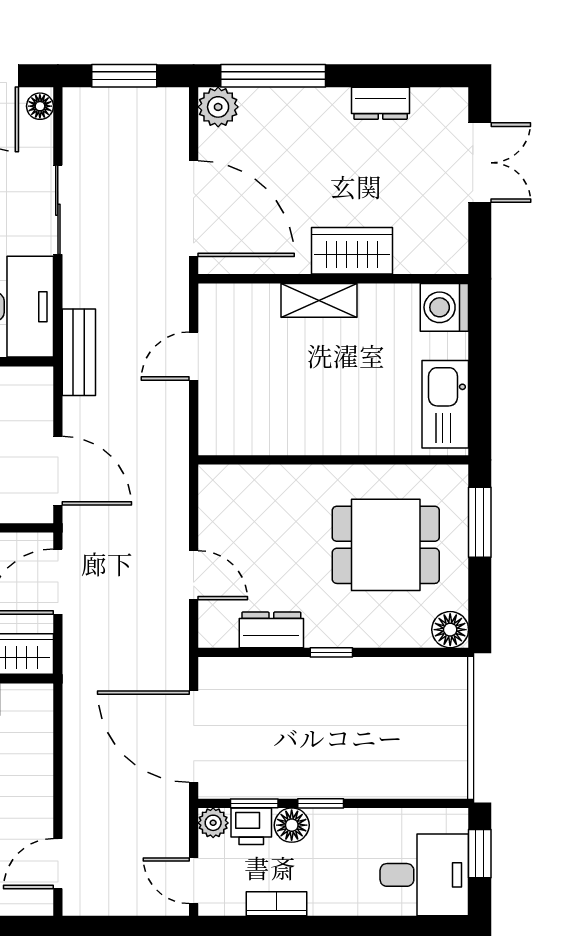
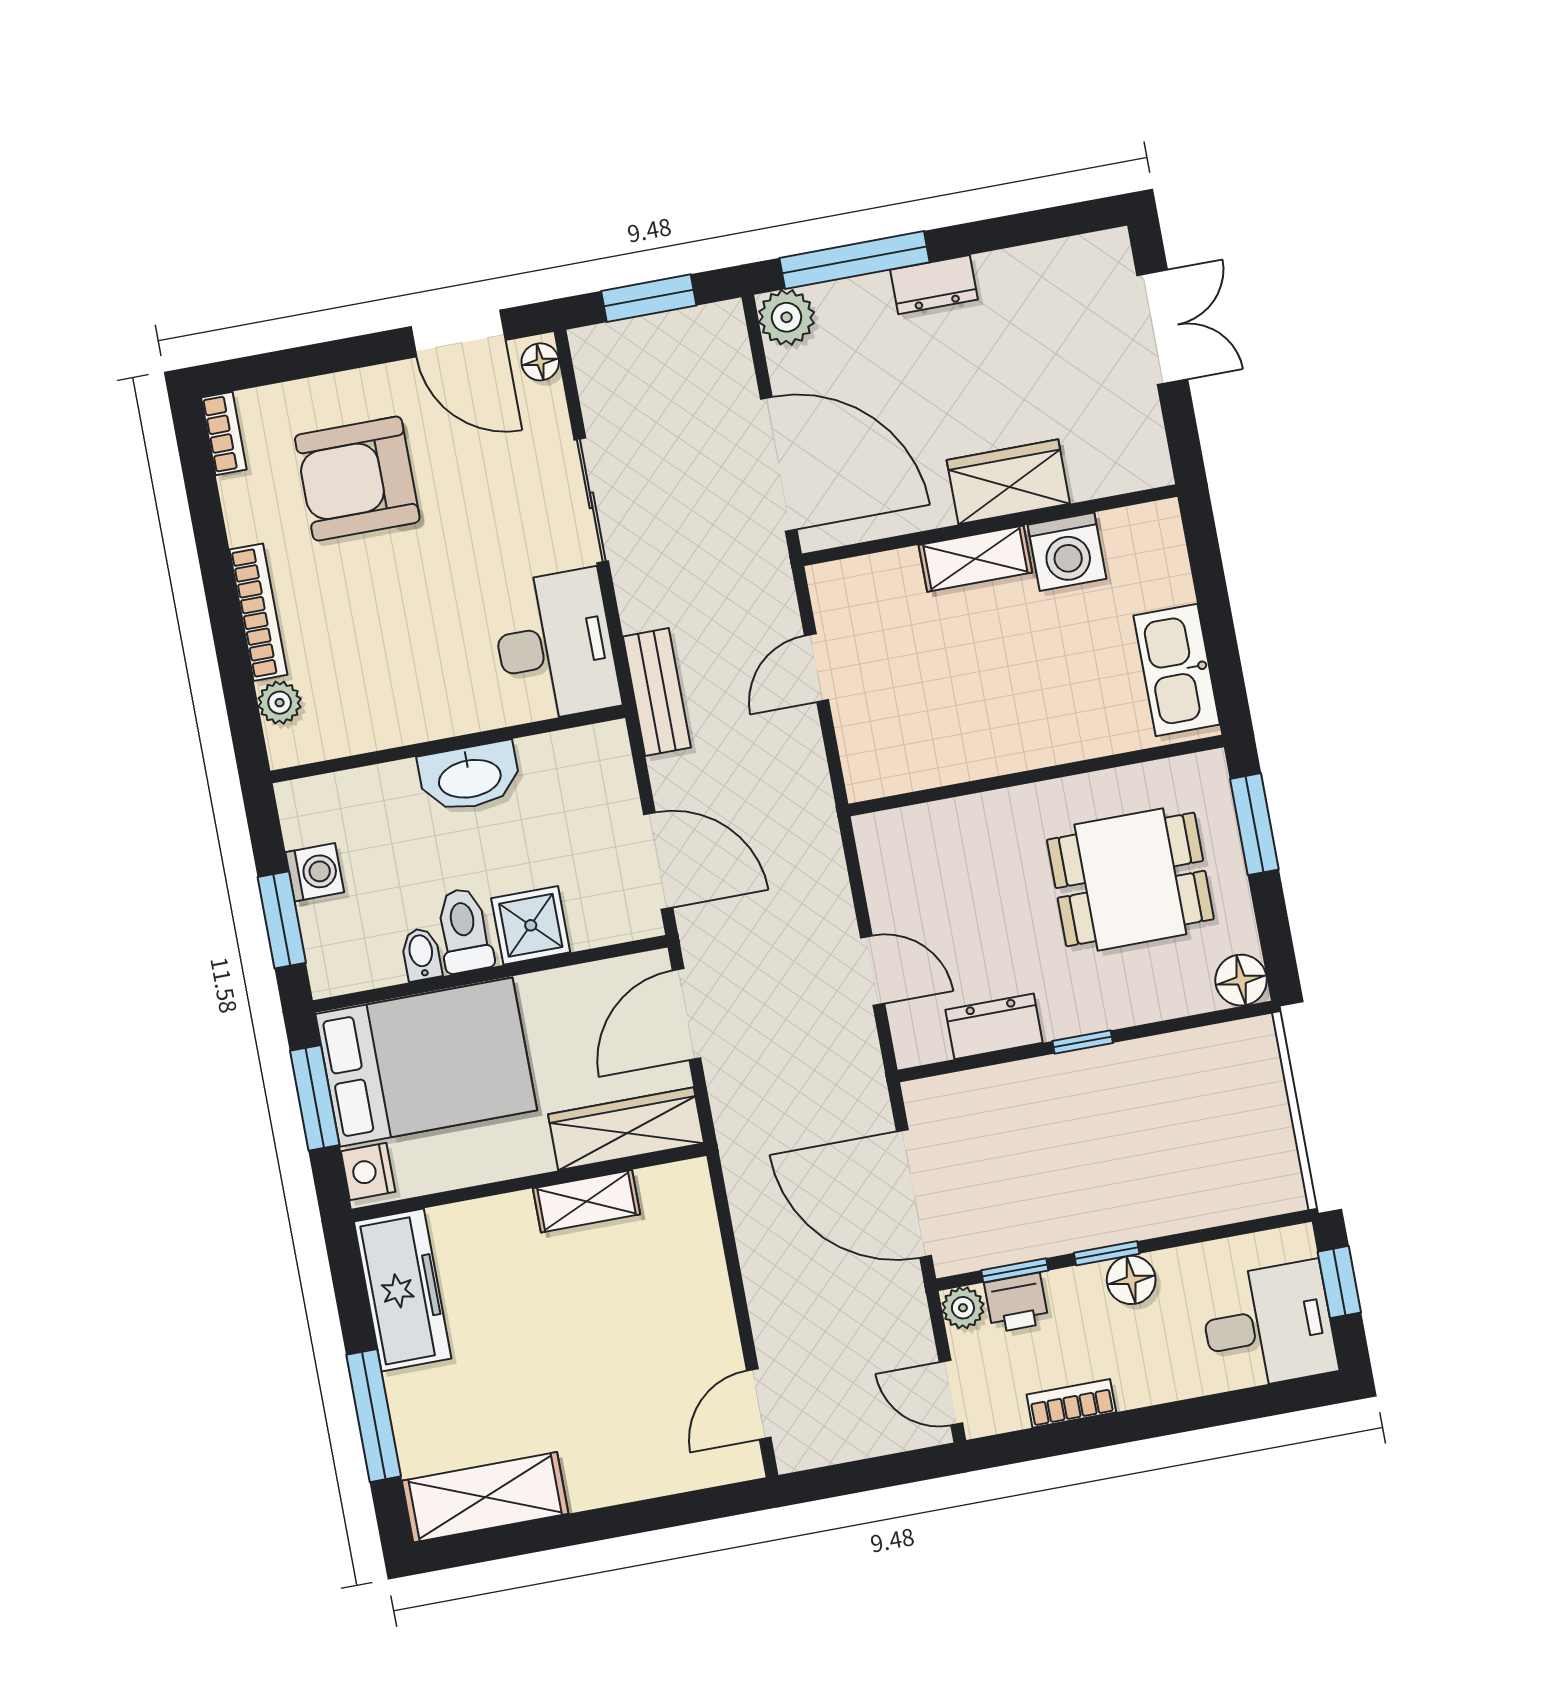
dresser: (381, 103) -> (934, 285), moved
washing machine: (444, 307) -> (1067, 552), moved, turned -90
floor lamp: (292, 825) -> (1131, 1280), moved

